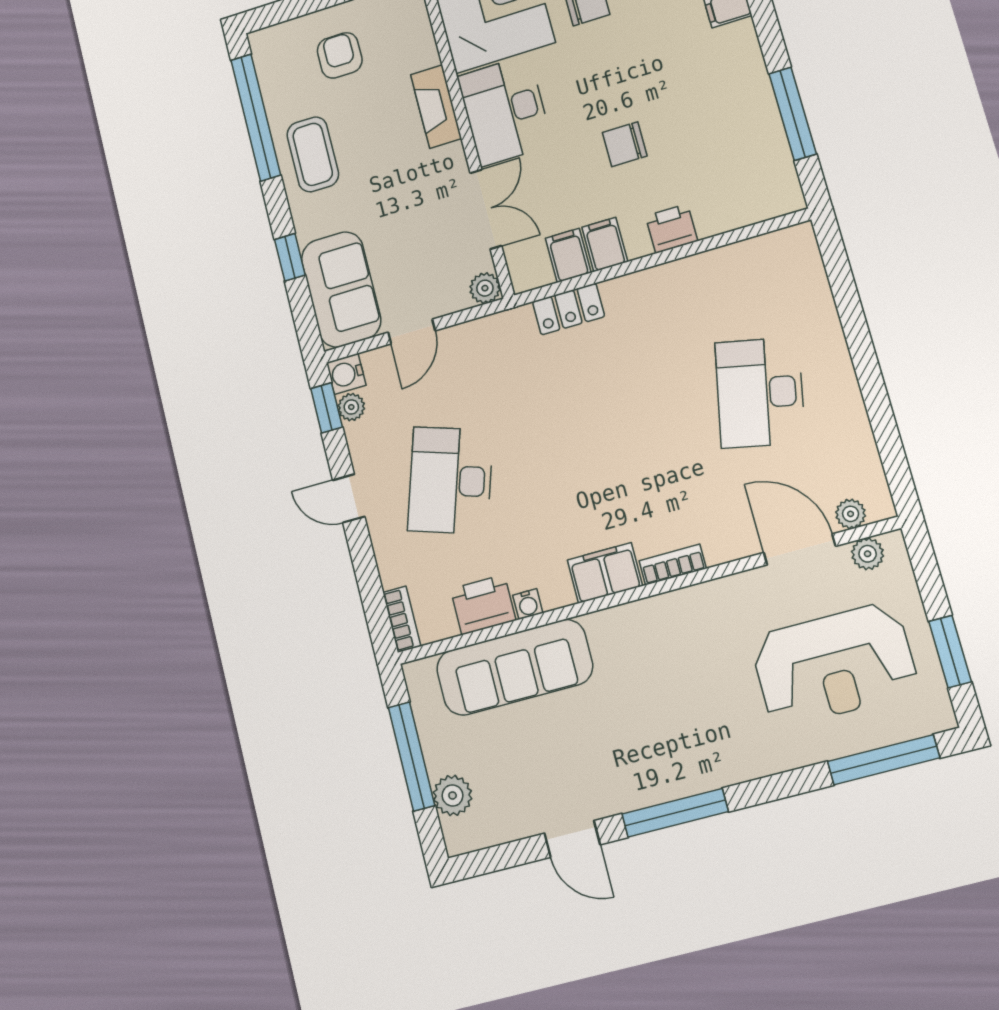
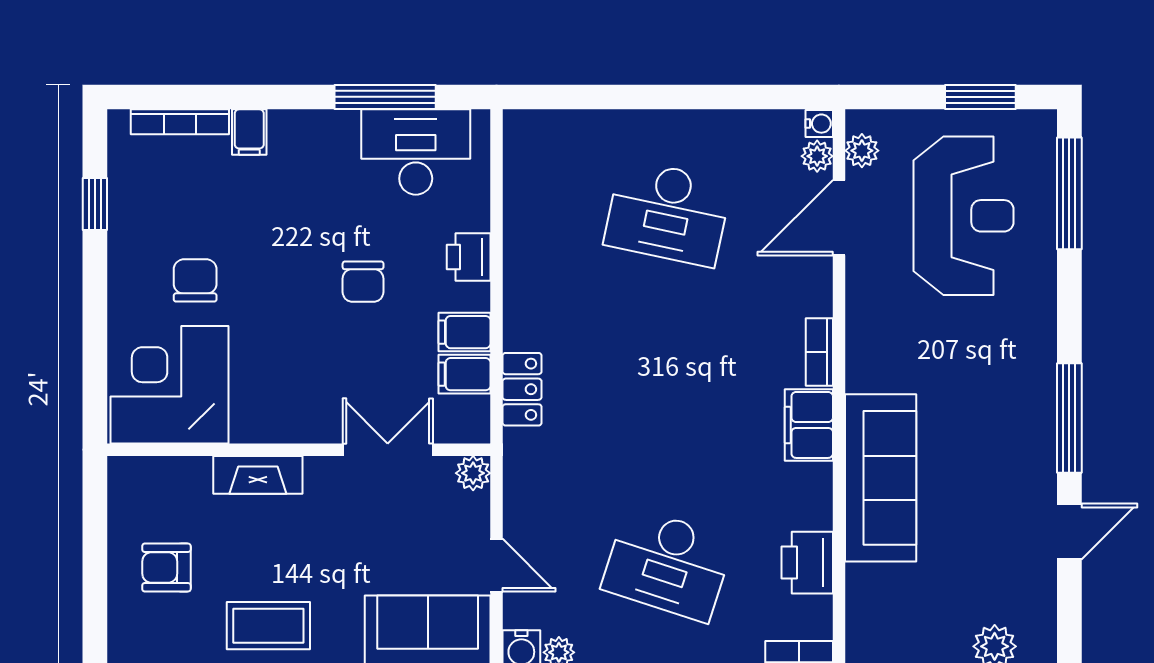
desk: (505, 111) -> (416, 152), moved, turned 180
water cooler: (528, 604) -> (819, 124), moved
sofa: (514, 667) -> (881, 478), moved

